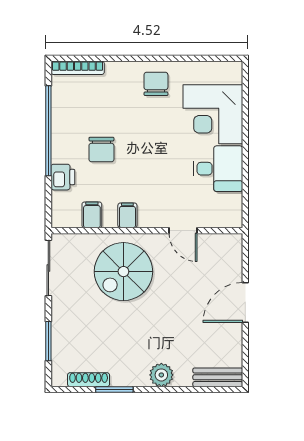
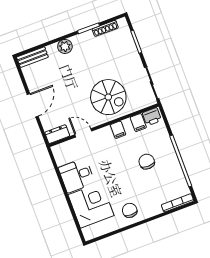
chair: (156, 84) -> (130, 210), turned 180
printer: (63, 177) -> (152, 117), moved, turned -90
dresser: (224, 244) -> (57, 134), added
spiral stairs: (123, 272) -> (108, 97), turned 90

